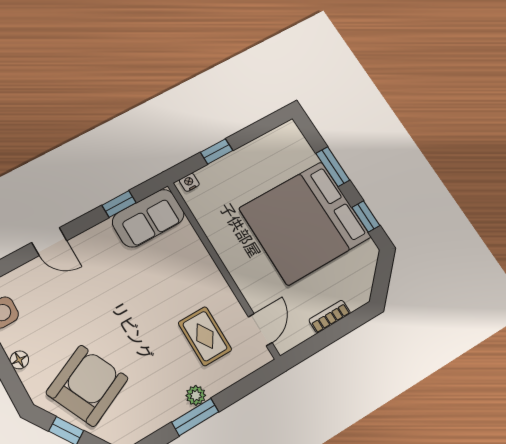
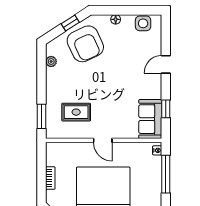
window: (217, 151) -> (166, 174), width x2.17
door: (260, 330) -> (103, 140), moved
plant: (196, 395) -> (51, 61), moved
window: (195, 417) -> (42, 116), moved

